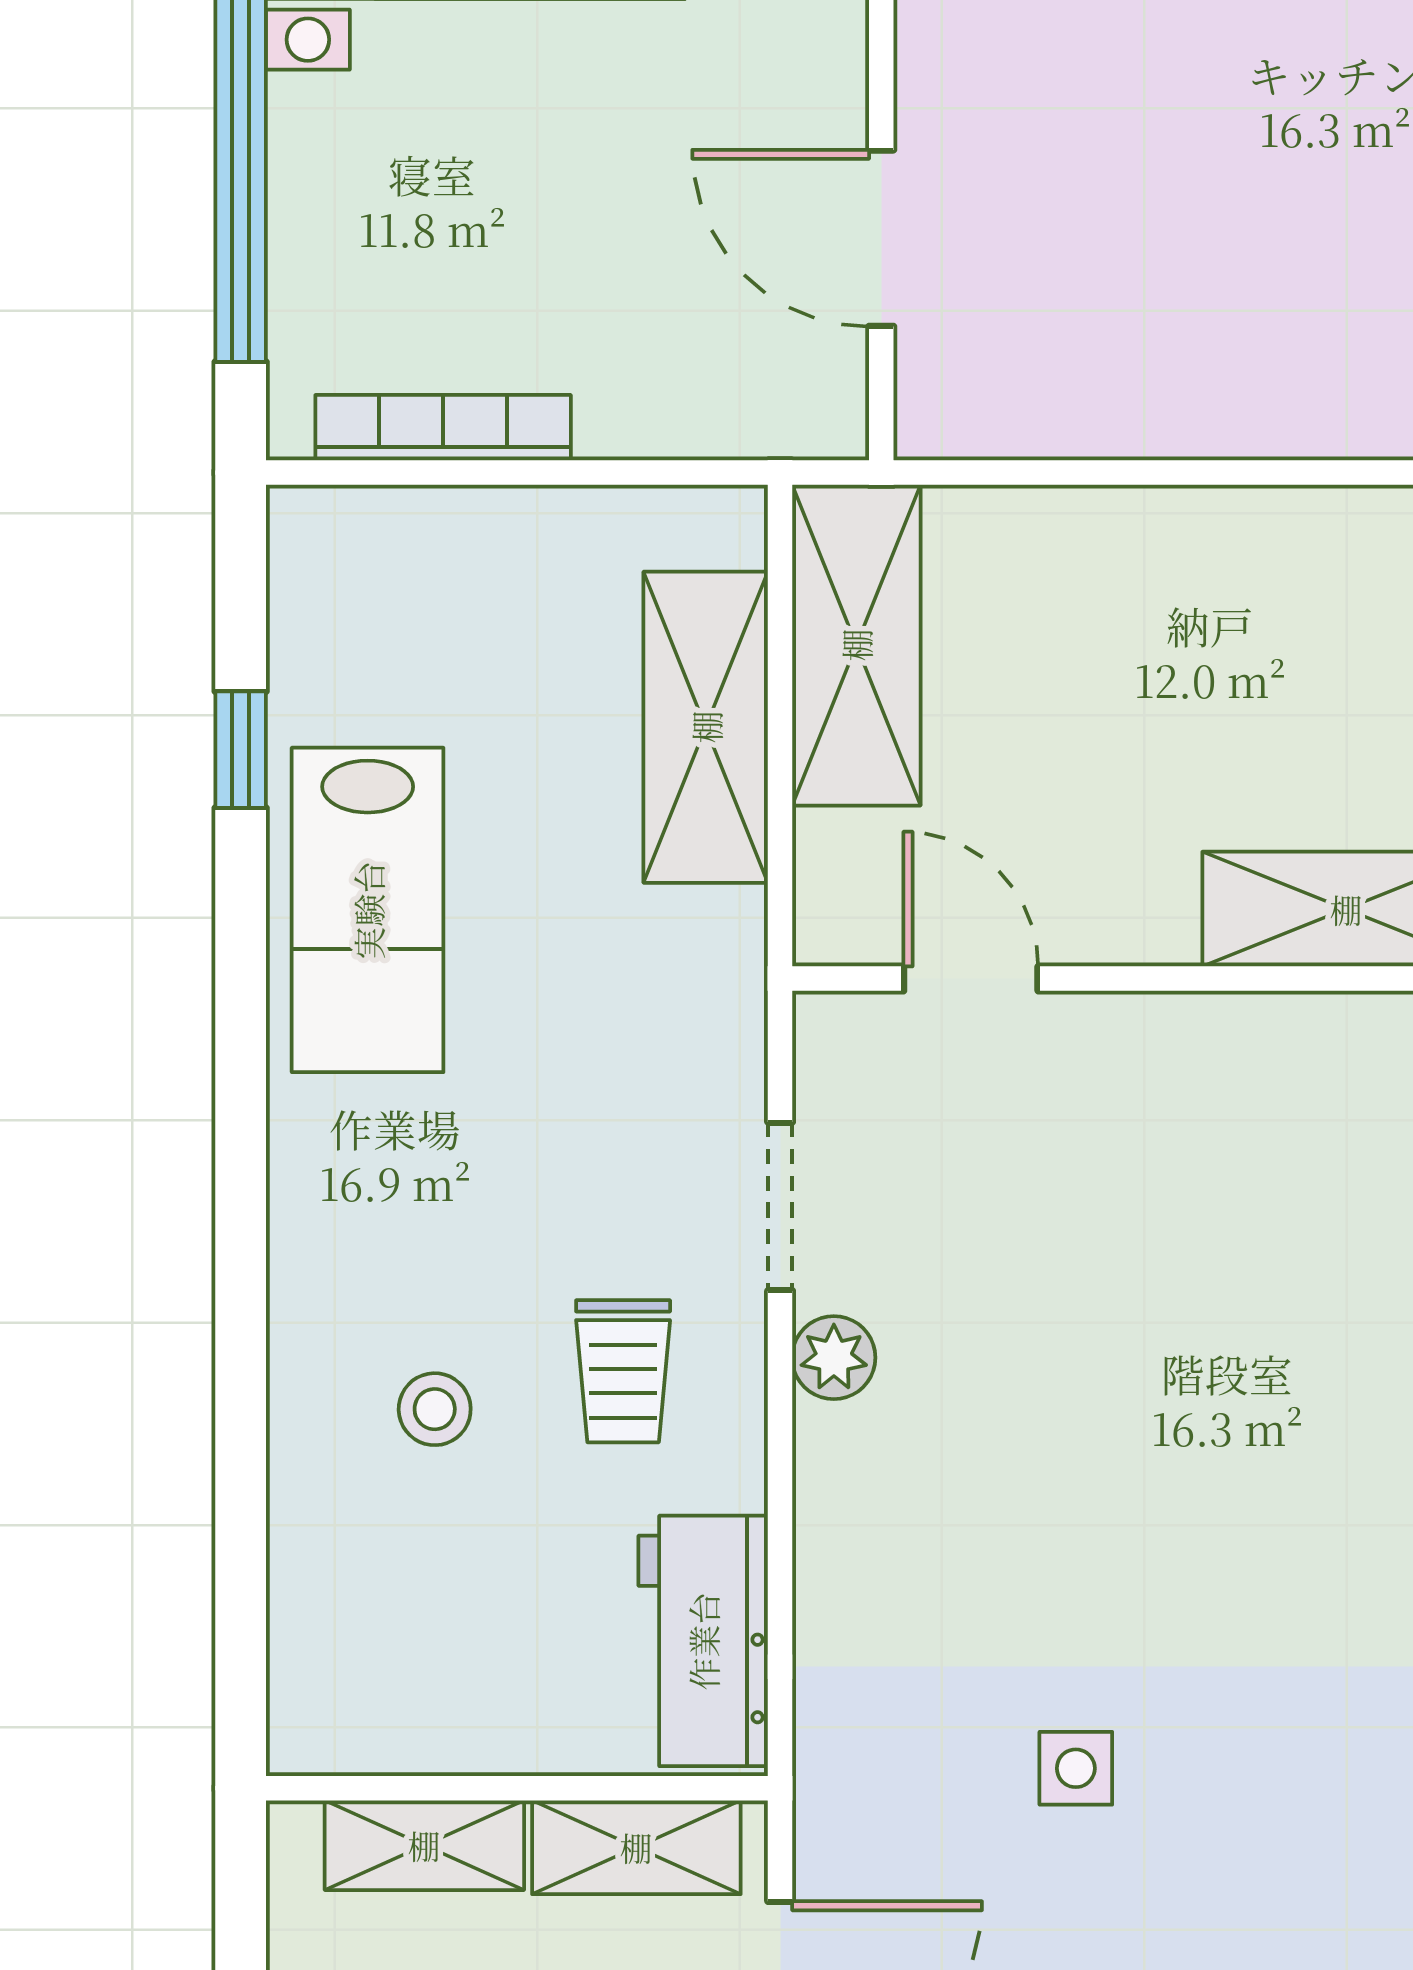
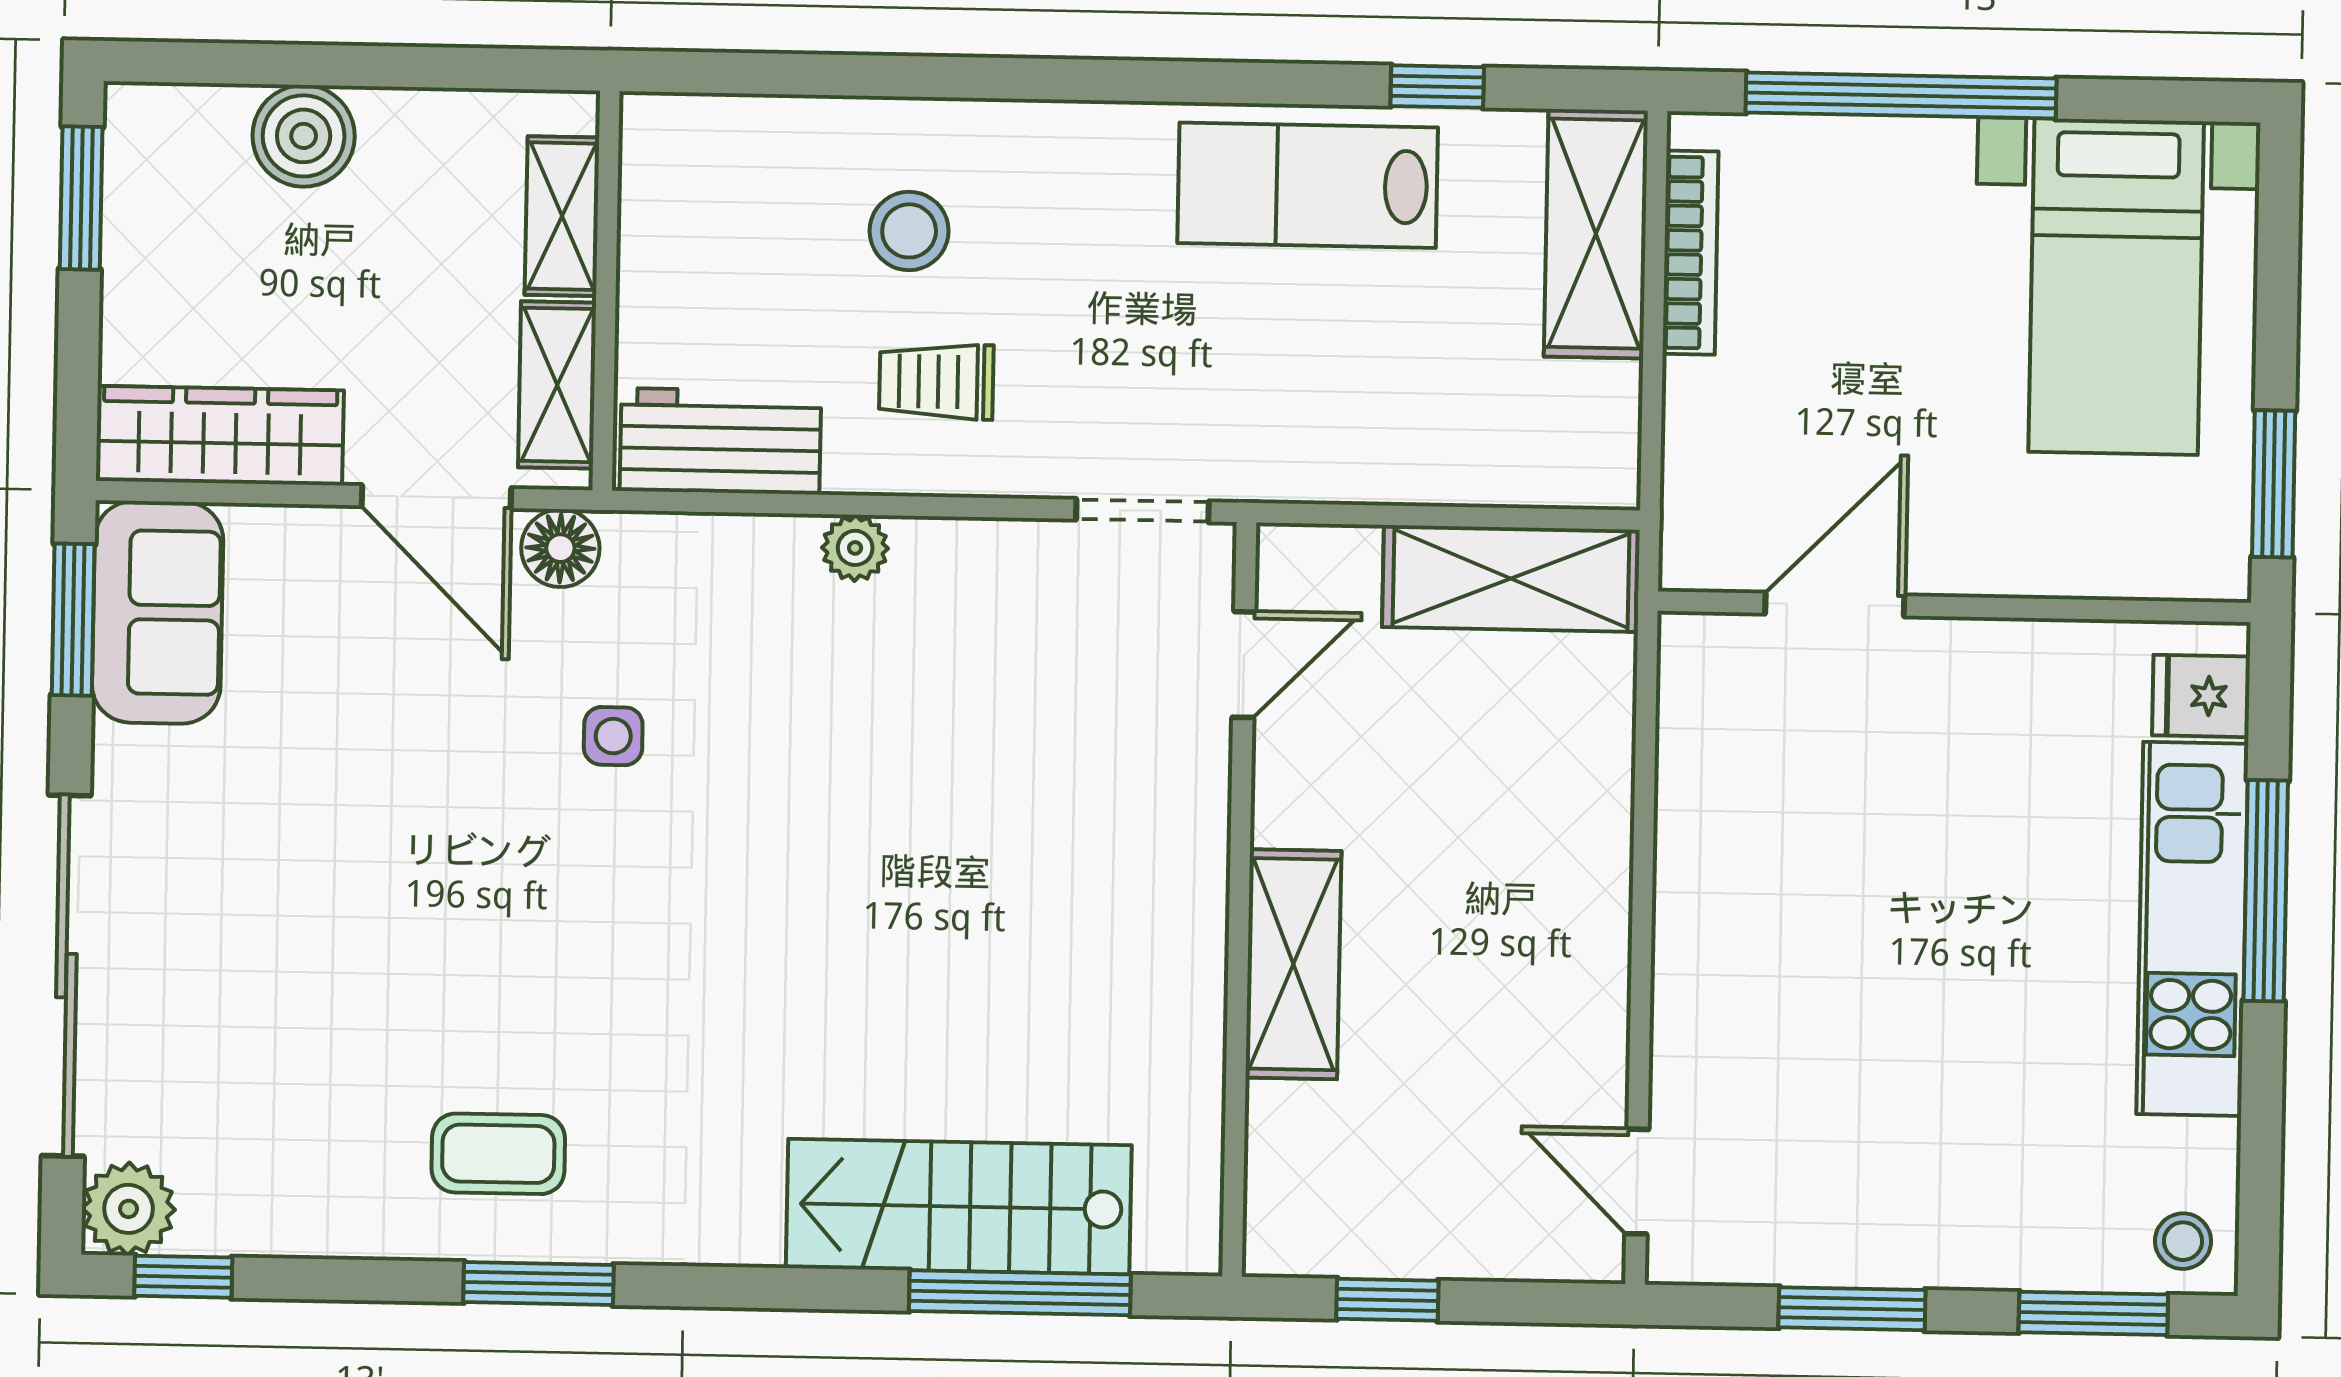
shelving: (706, 727) -> (1596, 234), moved, turned 90
doorway: (780, 1206) -> (1142, 511), moved
plant: (834, 1358) -> (855, 548), moved
stool: (435, 1409) -> (909, 231), width x1.37, depth x1.37
floor lamp: (841, 1839) -> (560, 548), added

